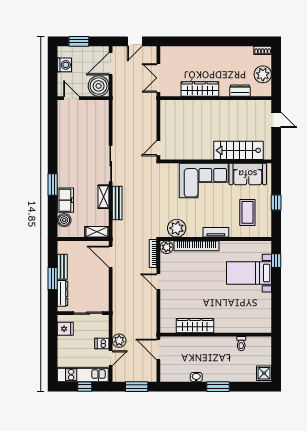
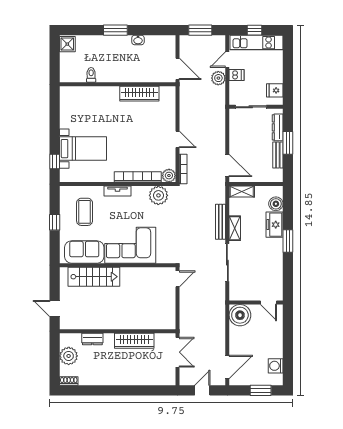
boiler: (99, 86) -> (240, 315), moved
door: (71, 98) -> (268, 303), moved
wall: (83, 98) -> (256, 303), moved

